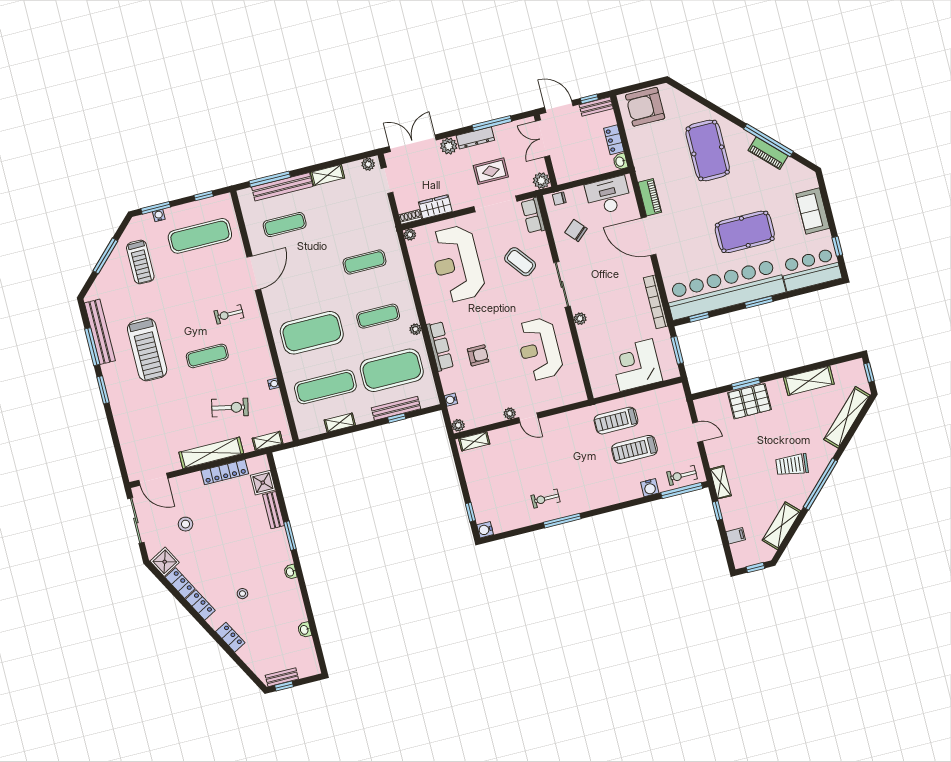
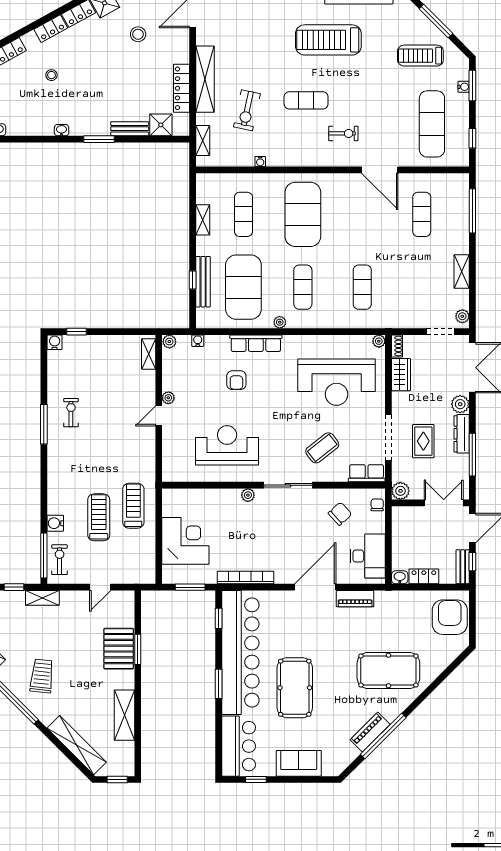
bench: (282, 187) -> (461, 222), removed
reception desk: (457, 264) -> (337, 382), turned 180
exercise bike: (229, 314) -> (343, 133), turned 90
exercise mat: (207, 356) -> (306, 100), turned 90
exercise mat: (325, 387) -> (243, 214), width x0.73, depth x0.69

